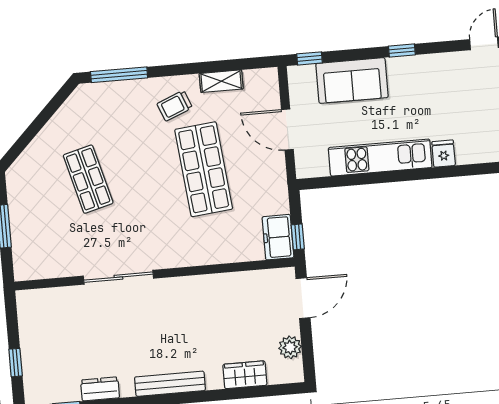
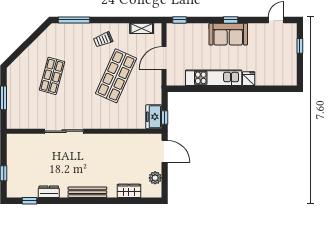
sofa: (352, 80) -> (228, 34), moved
shelving: (221, 81) -> (142, 28), moved
door: (287, 129) -> (164, 58), hinge flipped
shop shelf: (204, 169) -> (116, 76), turned 30
shop shelf: (88, 179) -> (52, 76), turned 30
door: (303, 298) -> (165, 151), hinge flipped

